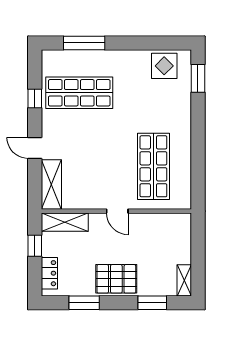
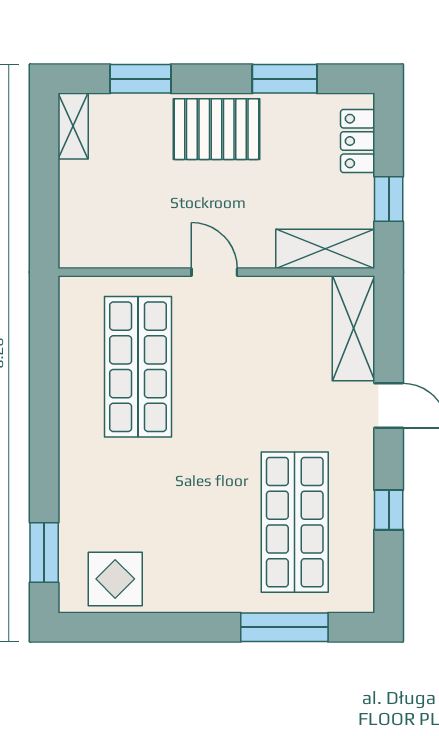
shop shelf: (79, 93) -> (295, 522), turned 90

